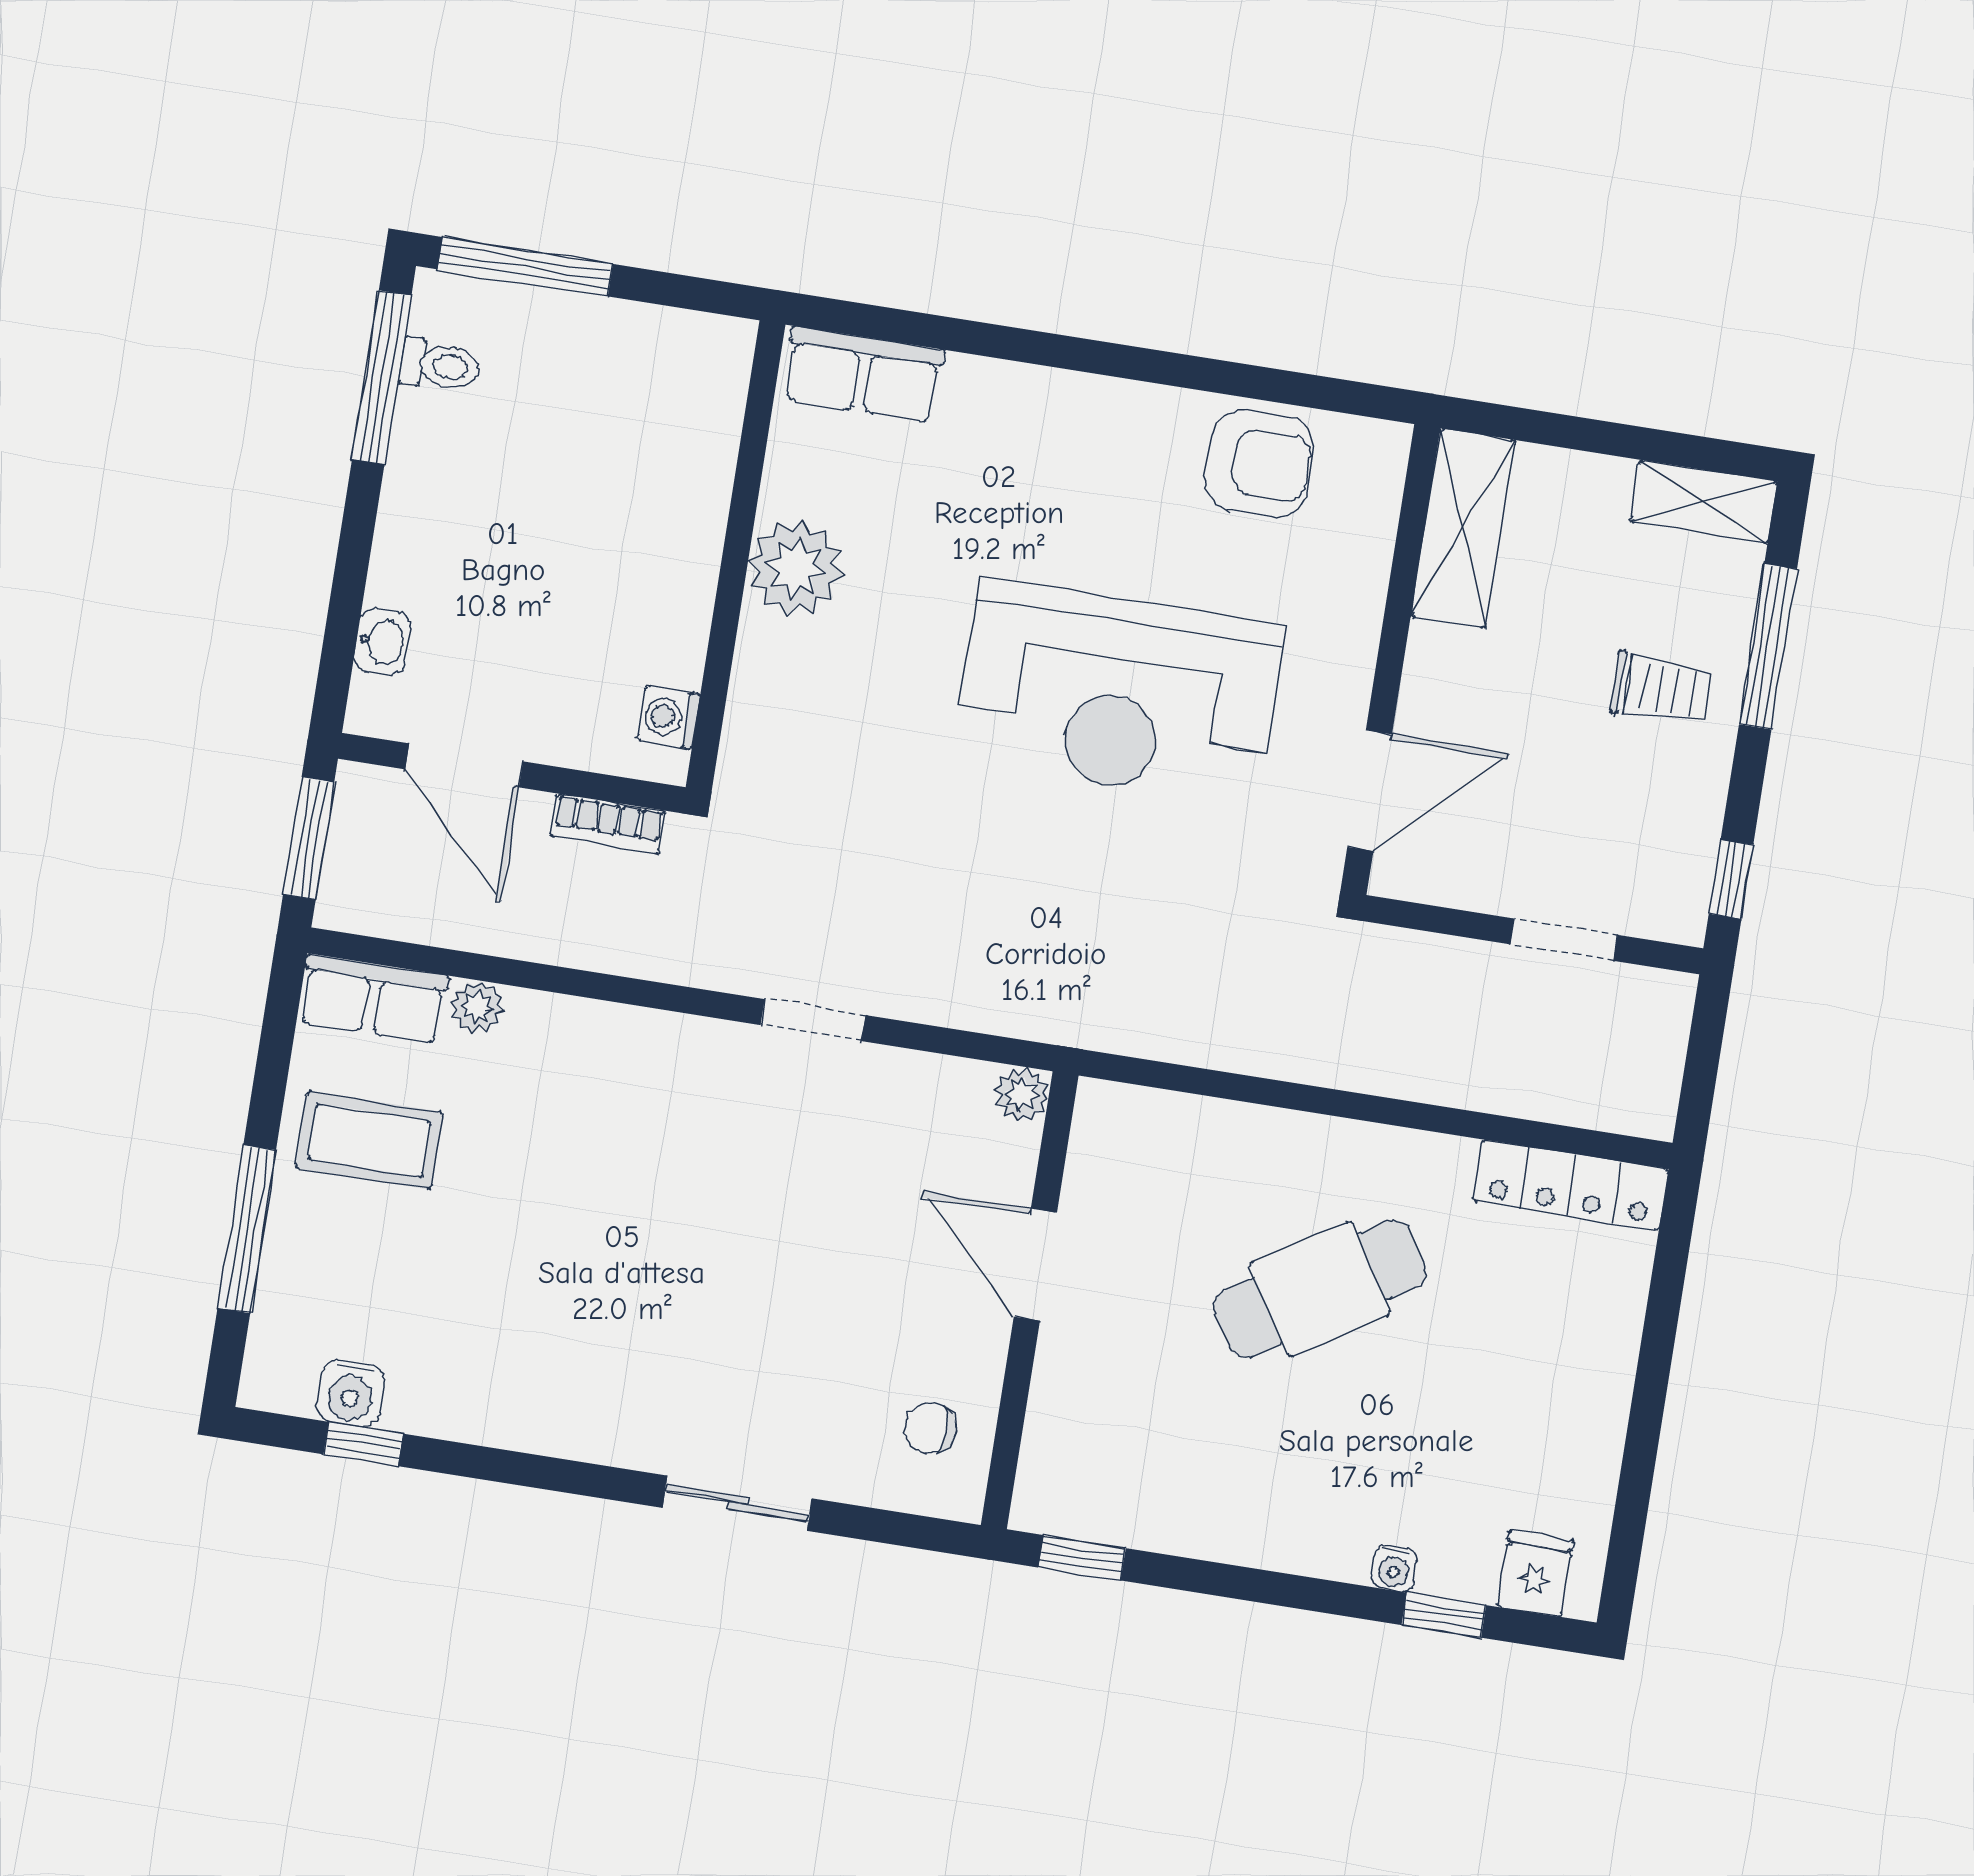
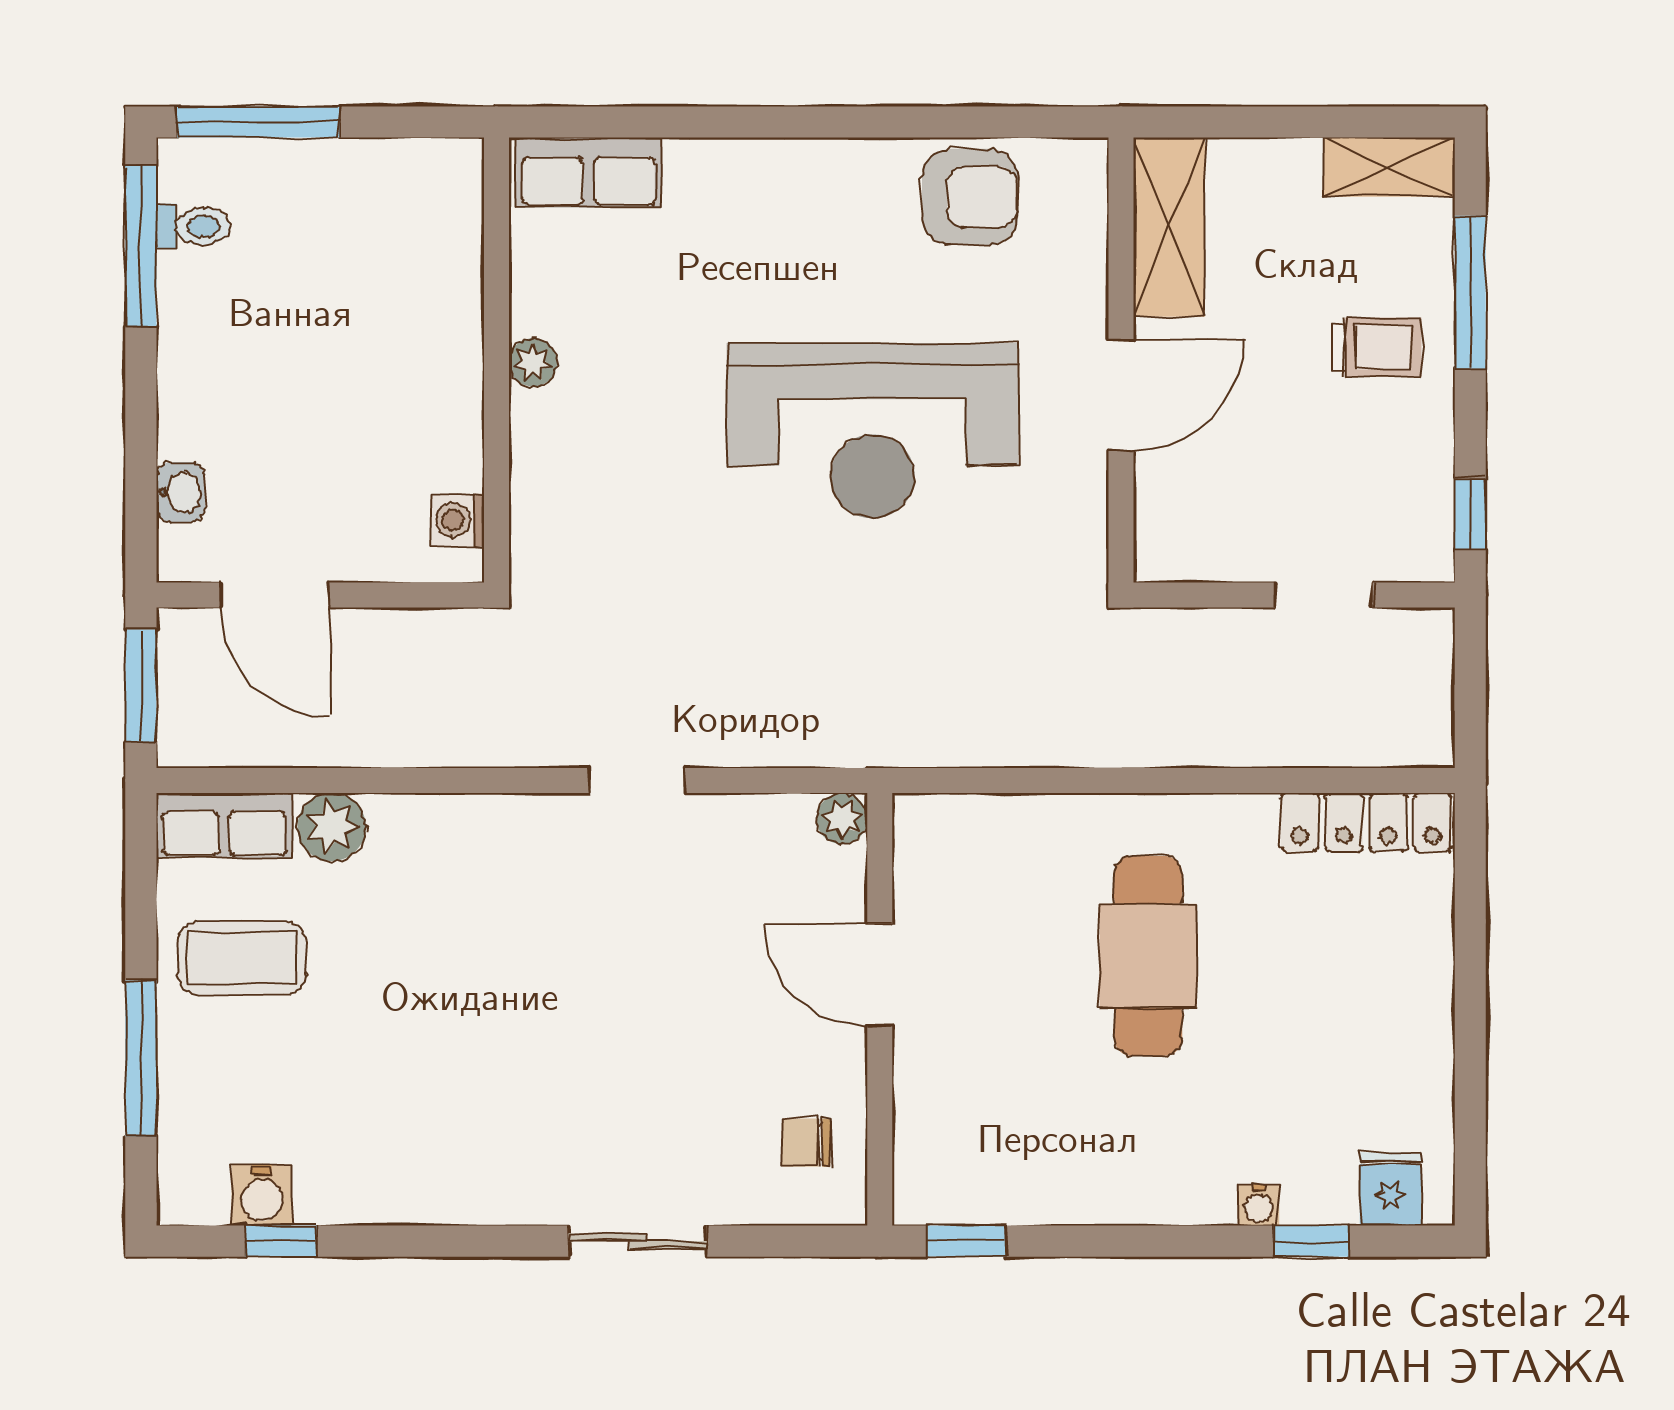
plant: (795, 568) -> (533, 362), width x0.53, depth x0.53
door: (1370, 791) -> (1121, 396), moved
bookcase: (608, 824) -> (417, 628), removed
plant: (477, 1007) -> (332, 827), width x1.38, depth x1.38
cafe table: (1320, 1289) -> (1148, 956), turned -58

